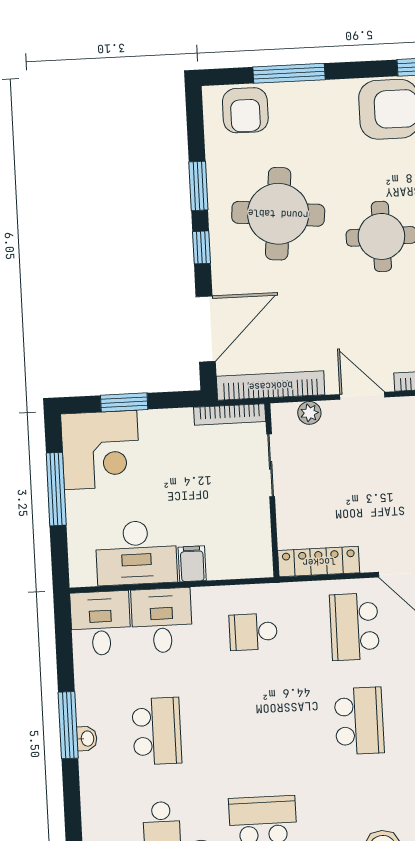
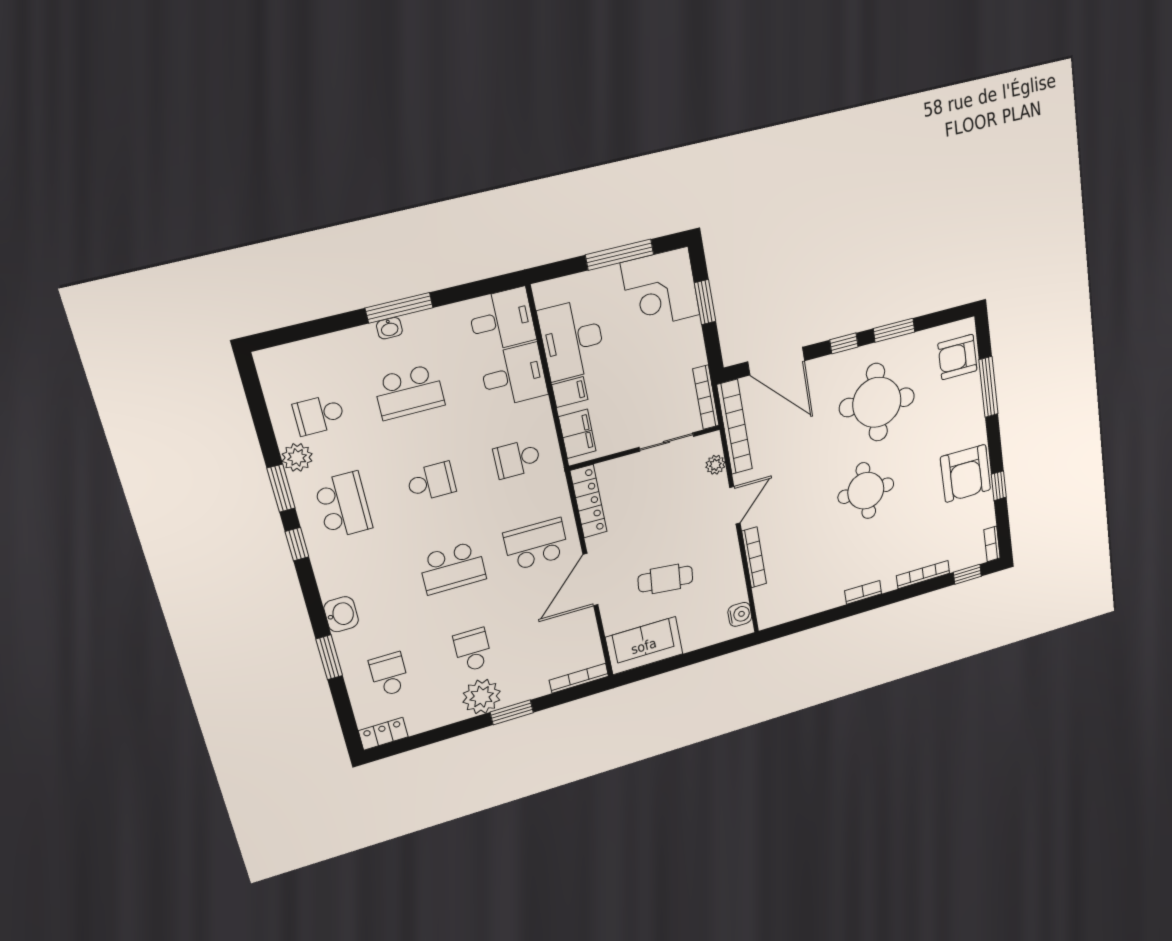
filing cabinet: (240, 563) -> (577, 434), added
school desk: (253, 632) -> (517, 459), turned -90
school desk: (258, 726) -> (431, 482), added

